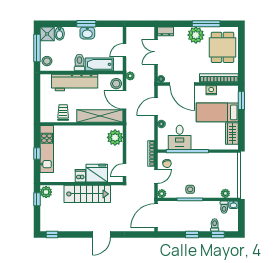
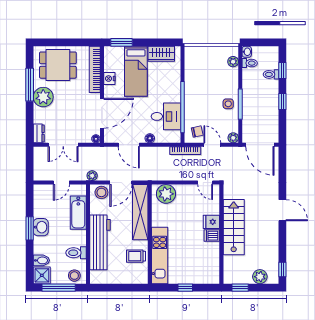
door: (124, 50) -> (61, 183), hinge flipped
toilet: (79, 62) -> (76, 253), moved
kitchen unit: (47, 149) -> (160, 255), moved, turned 90
fridge: (97, 173) -> (211, 222), width x0.53, depth x0.75
plant: (46, 192) -> (260, 277), moved

